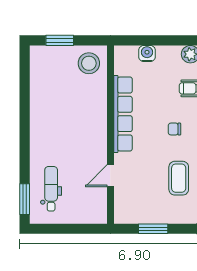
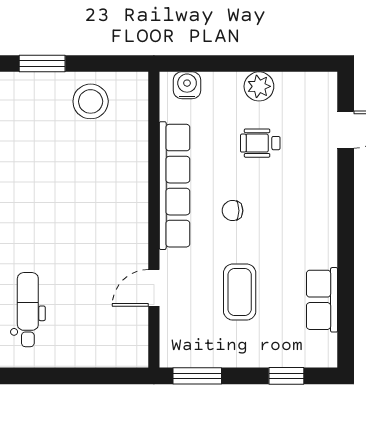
row of seats: (123, 114) -> (175, 186), moved
wall: (110, 135) -> (154, 220), moved
door: (110, 176) -> (154, 288), moved

